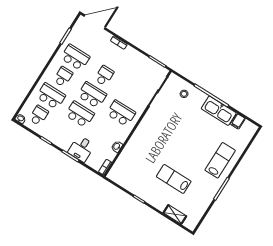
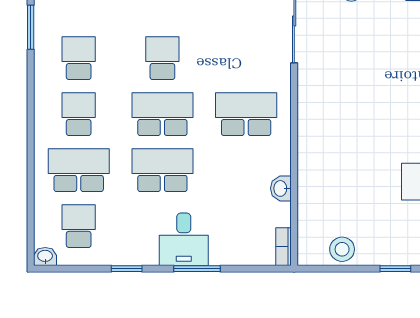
school desk: (75, 57) -> (79, 58), width x0.54
desk: (81, 149) -> (184, 239), moved
stool: (125, 181) -> (342, 249), added

